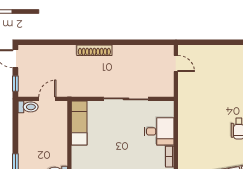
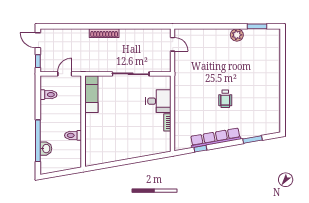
toilet: (28, 107) -> (48, 95), moved

